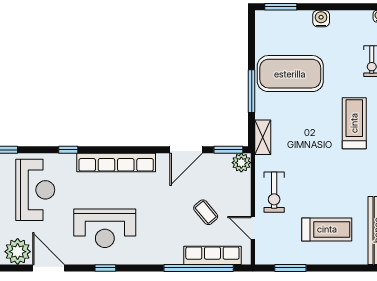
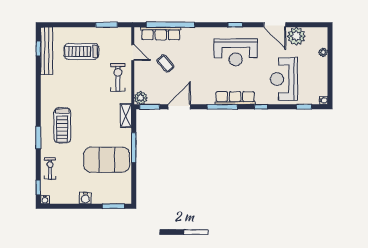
window: (124, 150) -> (222, 107), added
row of seats: (116, 163) -> (235, 98), width x0.73
reception desk: (105, 228) -> (236, 52), turned 180

